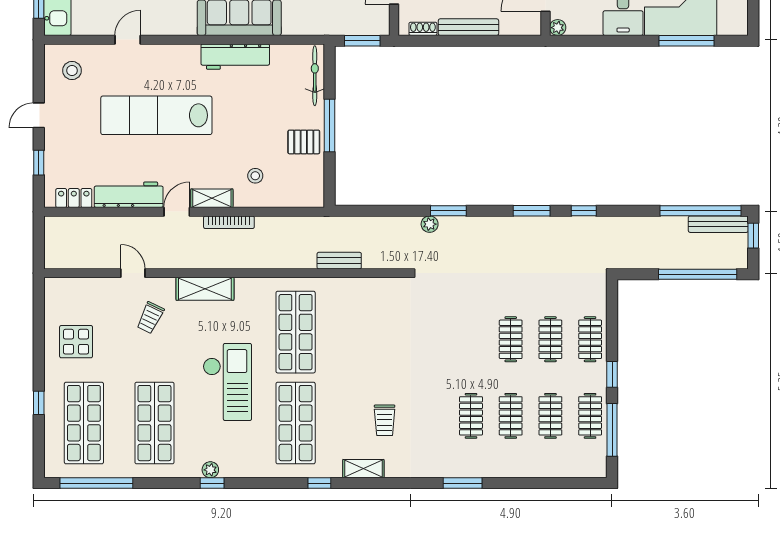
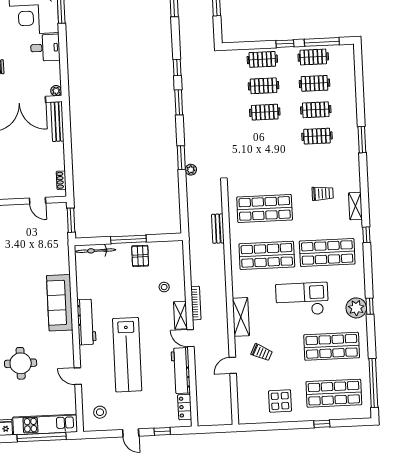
bench: (468, 27) -> (57, 121), moved
workbench: (235, 57) -> (86, 322), moved
shop shelf: (366, 332) -> (265, 208), added
plant: (210, 470) -> (356, 308), width x1.87, depth x1.87

